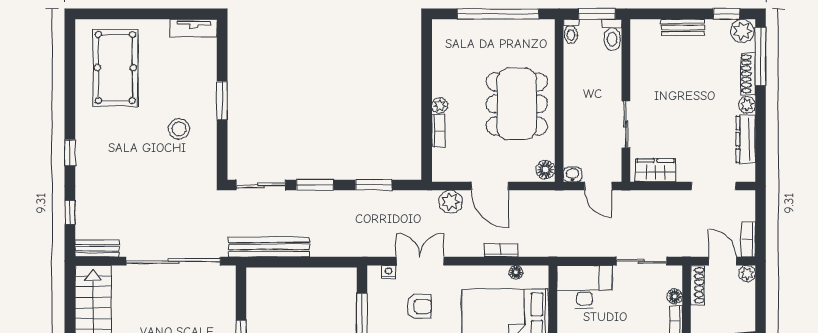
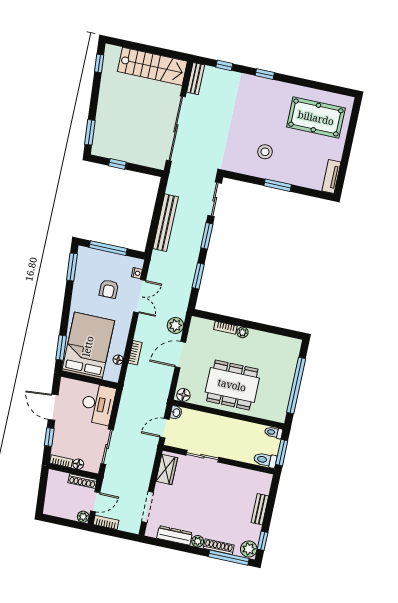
bench: (269, 247) -> (166, 223), moved

